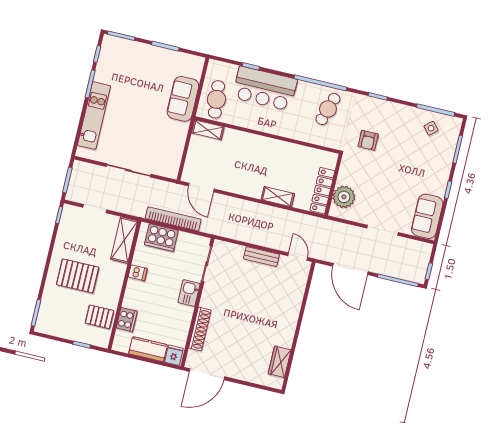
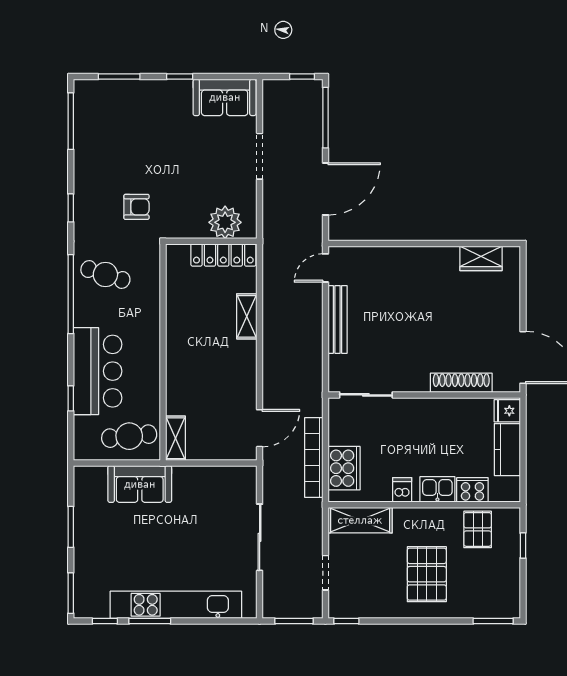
kitchen unit: (94, 116) -> (176, 605), width x1.36
side table: (431, 128) -> (98, 121), removed
bench: (261, 257) -> (338, 319), width x1.36
kitchen sink: (189, 293) -> (437, 489), moved, turned 180

